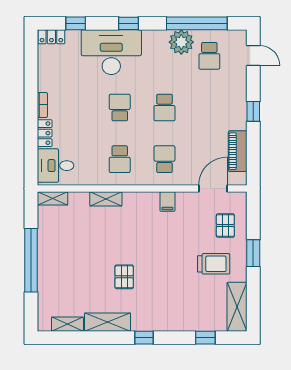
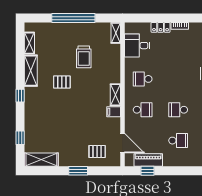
school desk: (120, 108) -> (178, 141), moved
window: (253, 111) -> (148, 171), moved
desk: (56, 166) -> (137, 46), moved, turned -90
shelving: (106, 199) -> (115, 95), moved
trolley: (214, 264) -> (84, 57), moved

